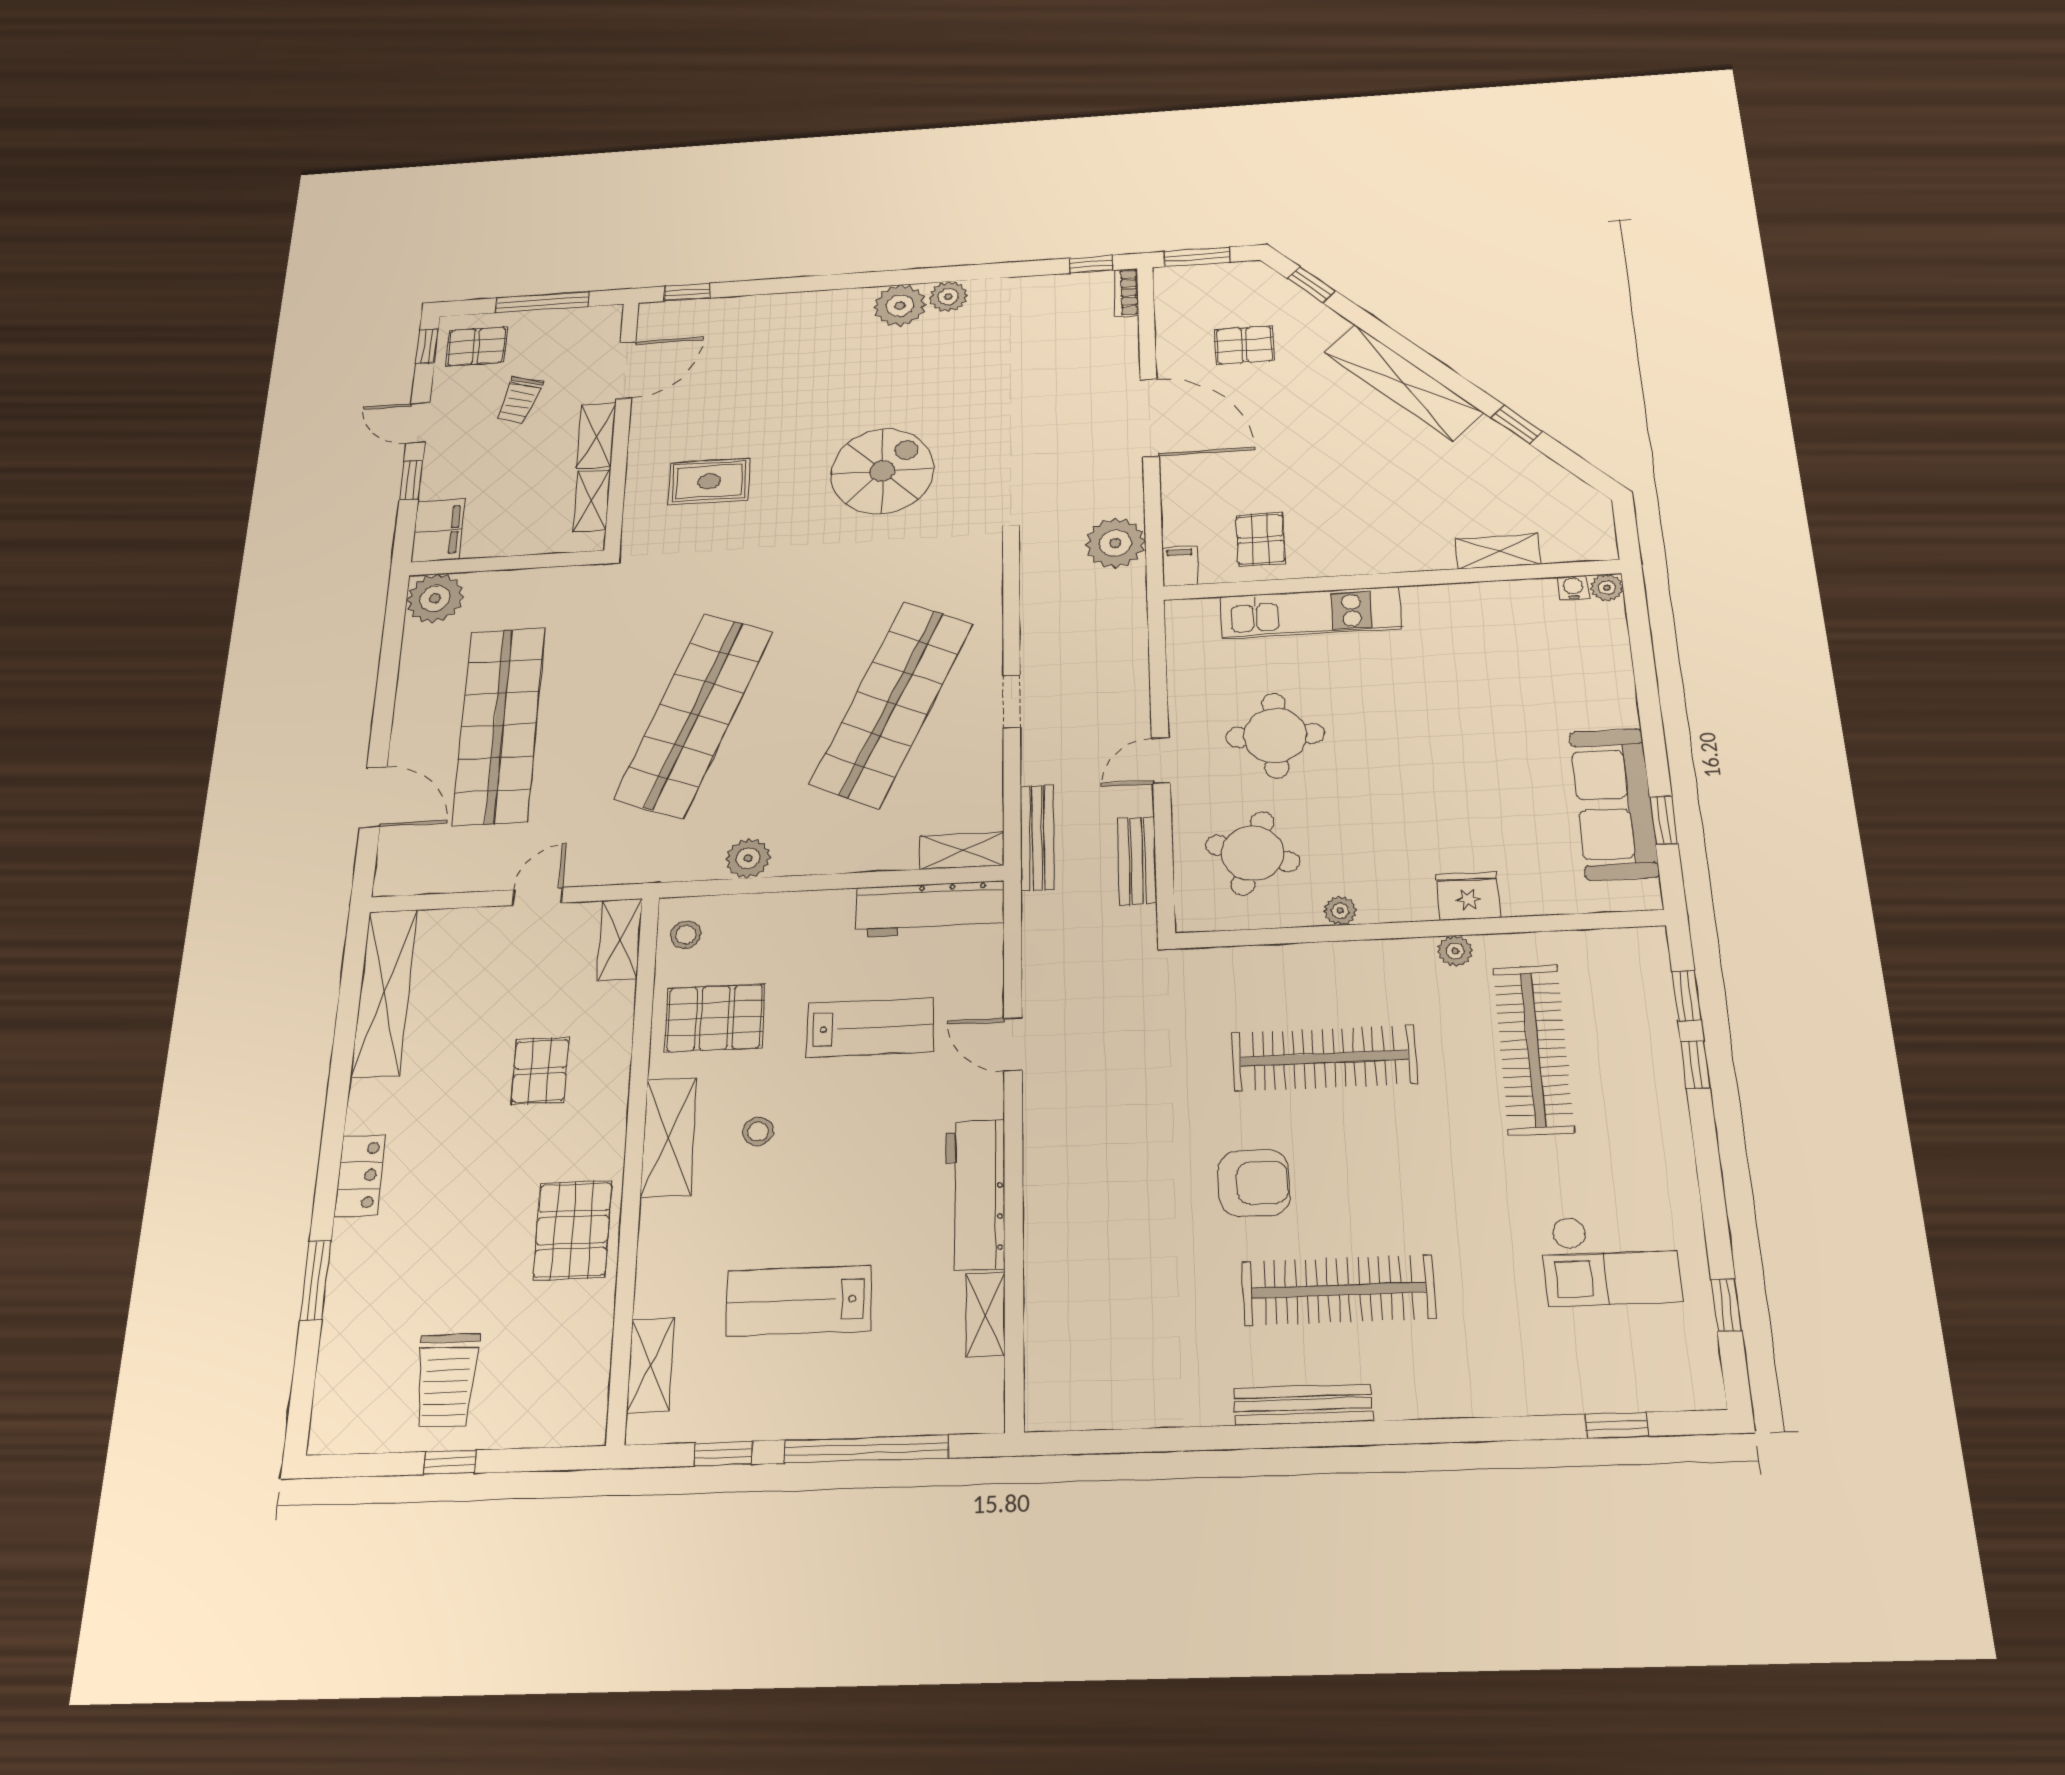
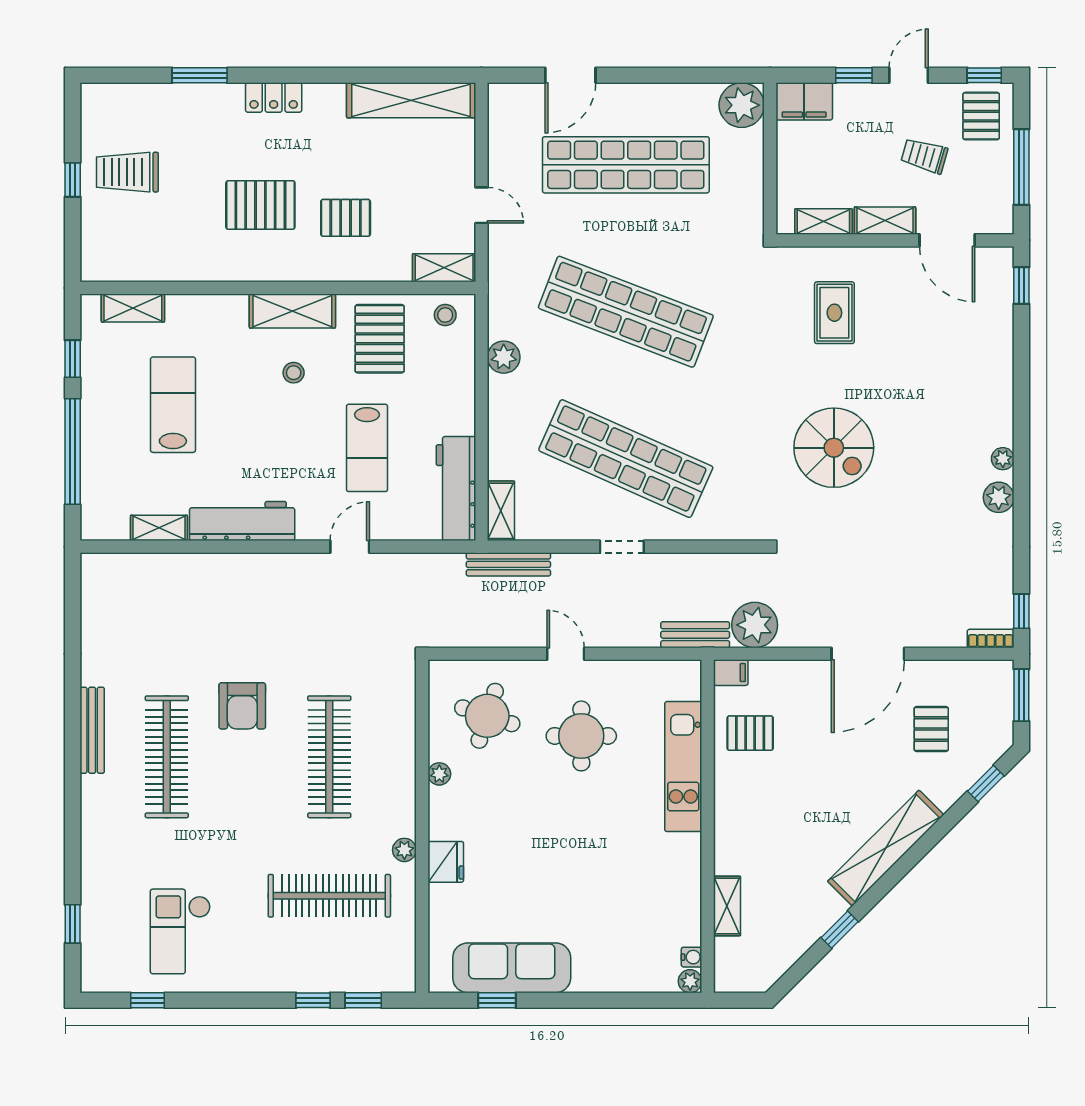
plant: (900, 306) -> (1003, 459), width x0.53, depth x0.53
bench: (1137, 861) -> (695, 635), moved
pallet: (572, 1230) -> (260, 205), moved

